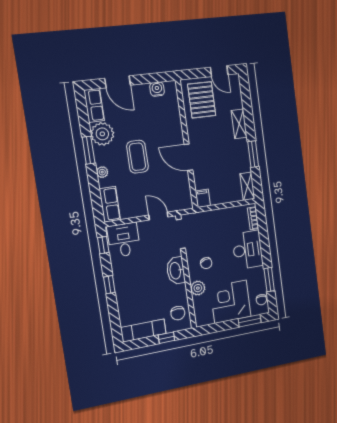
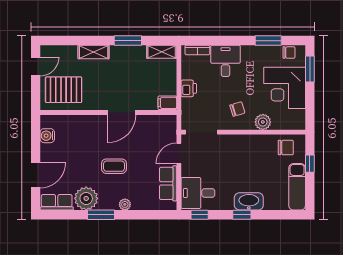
coffee table: (137, 157) -> (114, 166), width x0.73, depth x0.77
row of seats: (110, 204) -> (168, 183), moved, turned -90
printer: (219, 216) -> (189, 88), added
desk: (248, 250) -> (225, 61), width x0.73
washbasin: (176, 271) -> (249, 201), moved, turned 180

